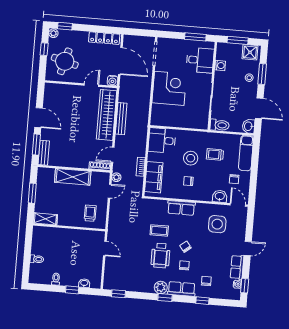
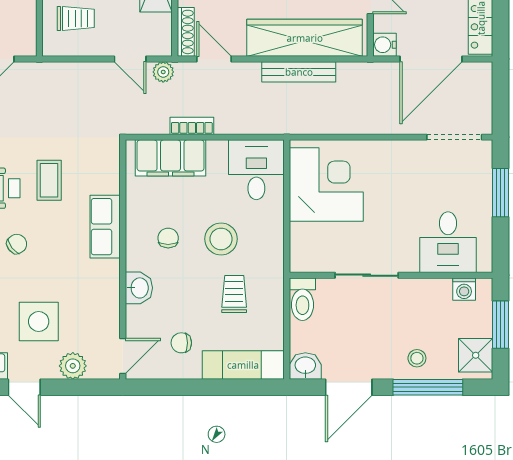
window: (195, 37) -> (500, 193), moved
washing machine: (220, 65) -> (464, 289), moved
window: (262, 74) -> (428, 387), width x1.44
corner desk: (169, 88) -> (326, 185), moved, turned -90
washbasin: (220, 196) -> (139, 288), moved
side table: (217, 224) -> (39, 322), moved
plant: (240, 227) -> (73, 366), added

